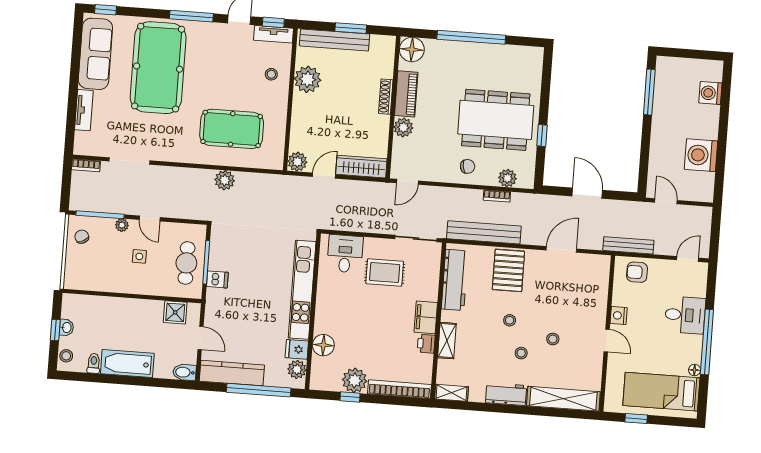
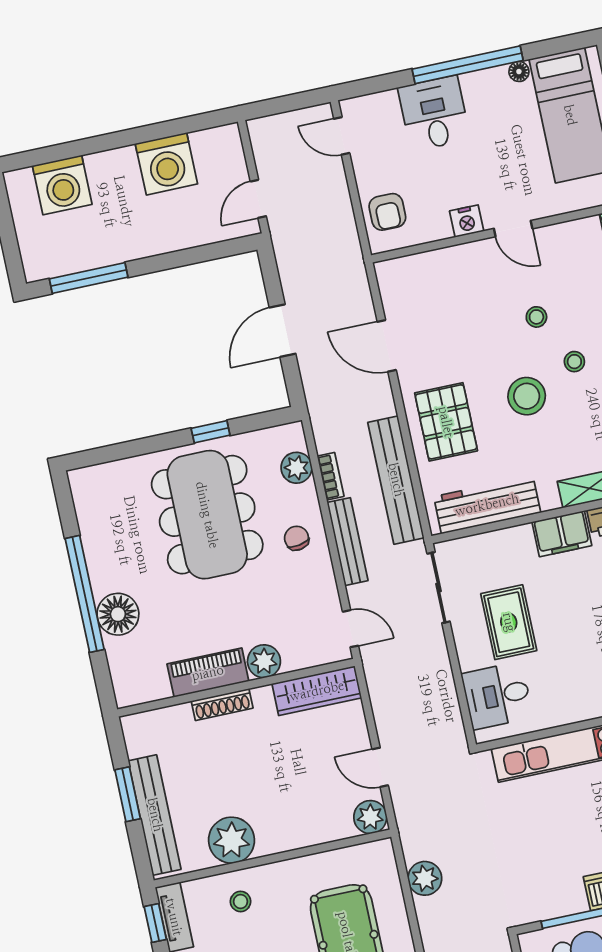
floor lamp: (412, 50) -> (118, 614), moved
washing machine: (710, 93) -> (62, 185), width x1.37, depth x1.37
wardrobe: (361, 167) -> (317, 691), moved, turned -90
plant: (225, 180) -> (425, 878), moved
bench: (628, 245) -> (348, 542), moved
pallet: (508, 270) -> (446, 422), turned 90
stool: (510, 320) -> (527, 396), width x1.89, depth x1.89
door: (607, 341) -> (513, 229), swing flipped

